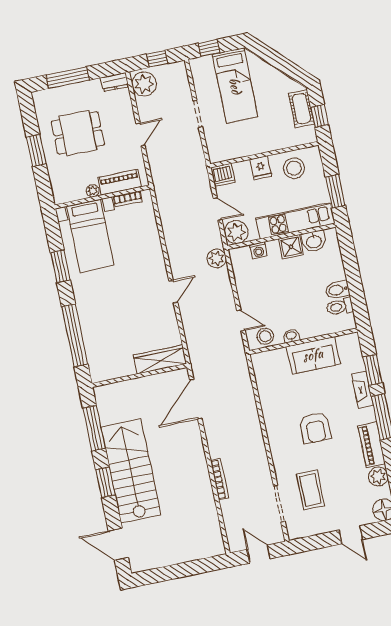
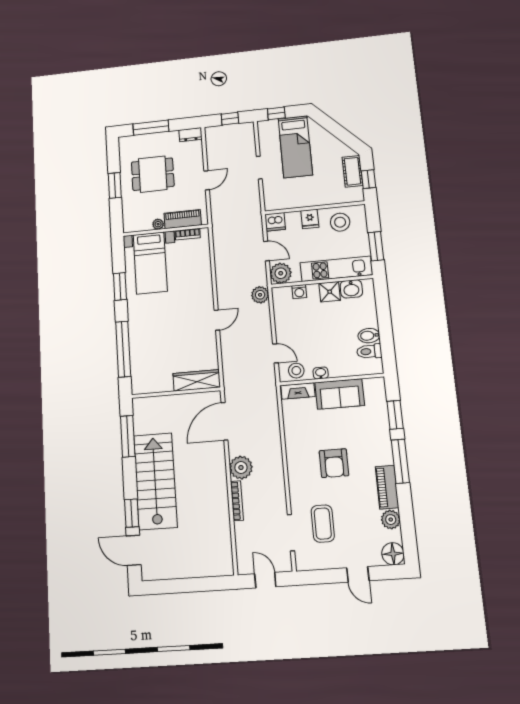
plant: (144, 84) -> (241, 468), moved
fireplace: (362, 390) -> (298, 391), moved, turned -90
window: (105, 482) -> (132, 513), moved

